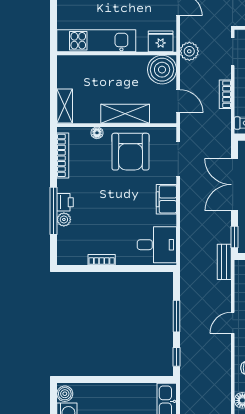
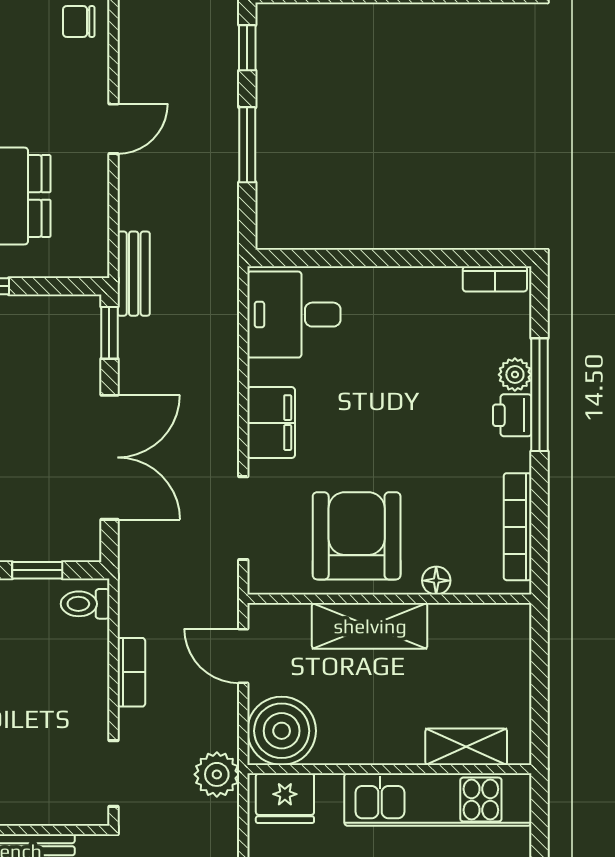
shelving: (65, 106) -> (466, 747), moved, turned 90
bookcase: (102, 260) -> (495, 279), moved

